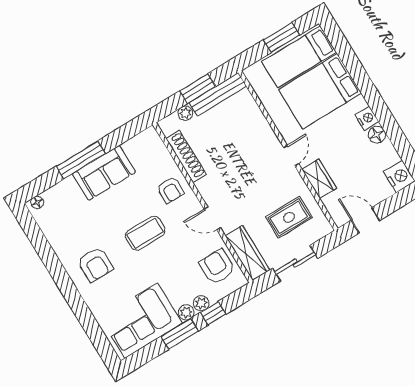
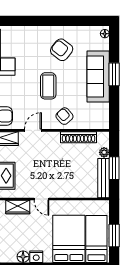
window: (81, 160) -> (114, 74), width x0.69
sofa: (104, 173) -> (98, 76), width x1.36
armchair: (170, 190) -> (64, 116), turned 48
armchair: (95, 264) -> (62, 50), moved, turned 38

